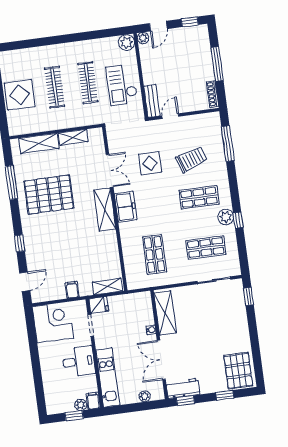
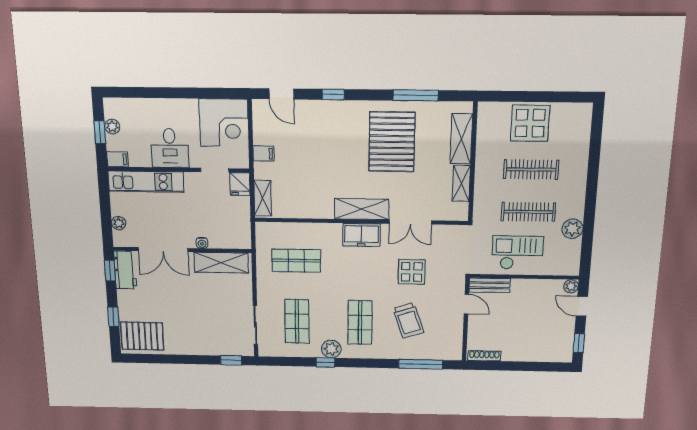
plant: (127, 43) -> (573, 229), moved
window: (217, 64) -> (520, 366), removed
double door: (161, 360) -> (163, 250), swing flipped
plant: (81, 405) -> (112, 127), moved

